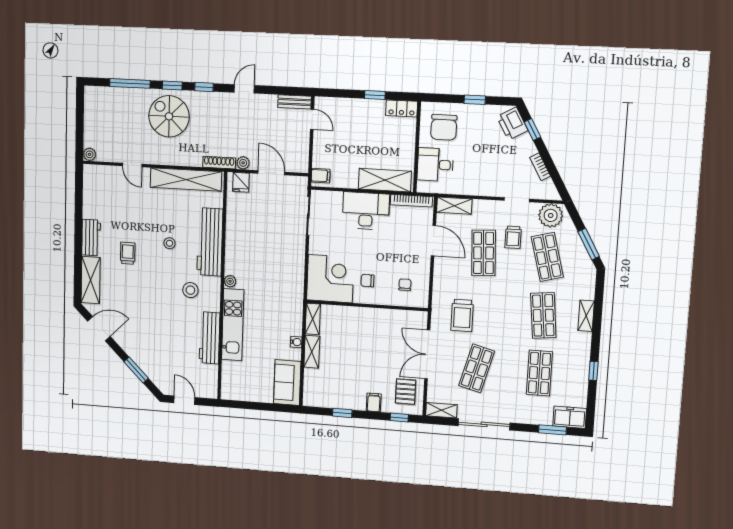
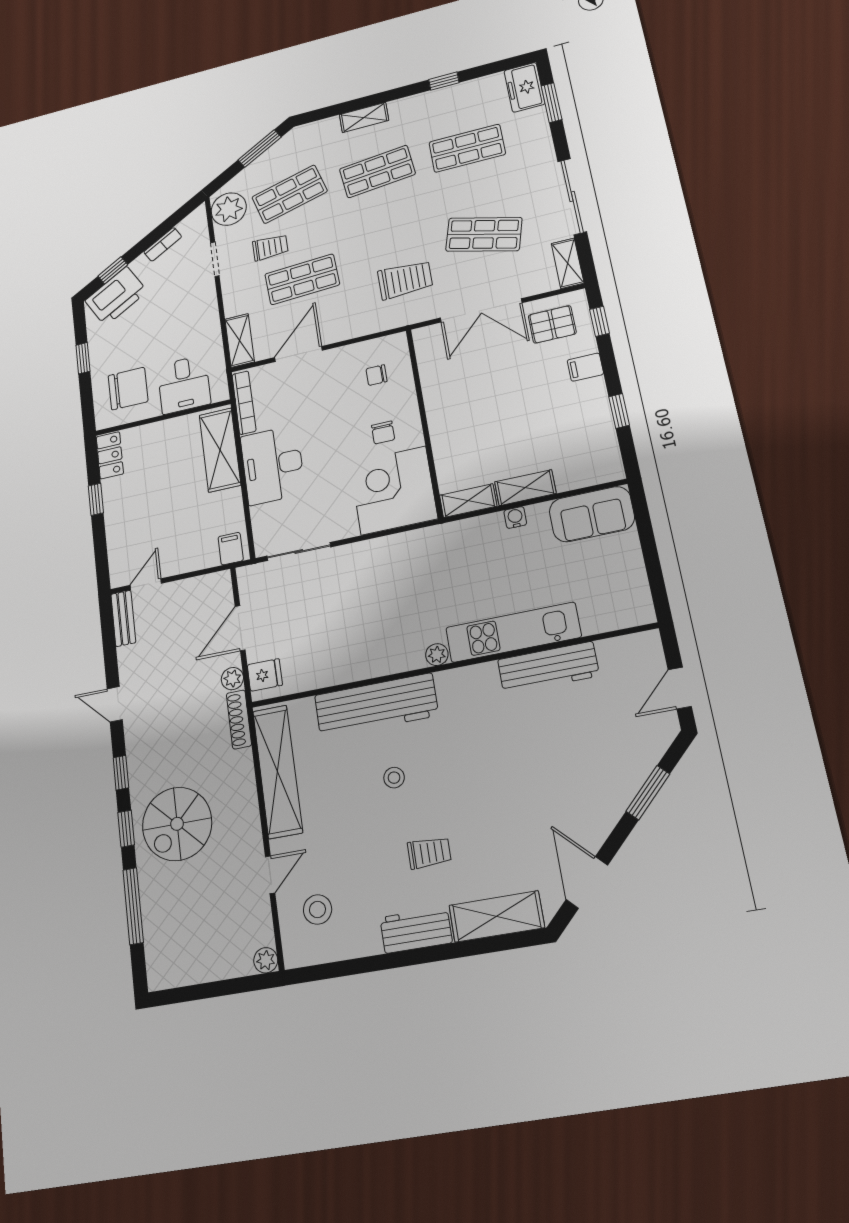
printer: (512, 124) -> (116, 296), width x1.37, depth x1.19
trolley: (128, 253) -> (429, 853), turned 180
stool: (190, 290) -> (317, 909), moved

